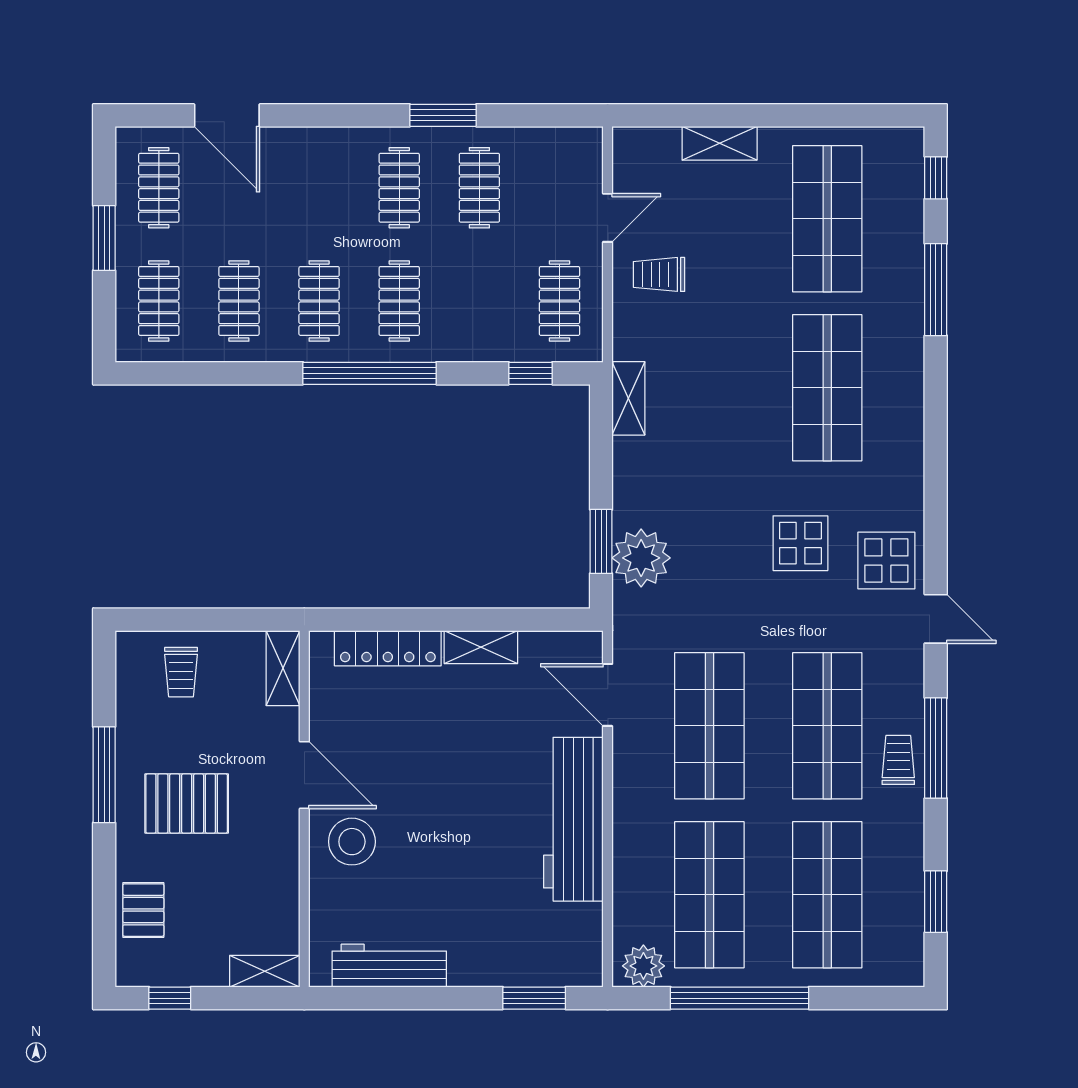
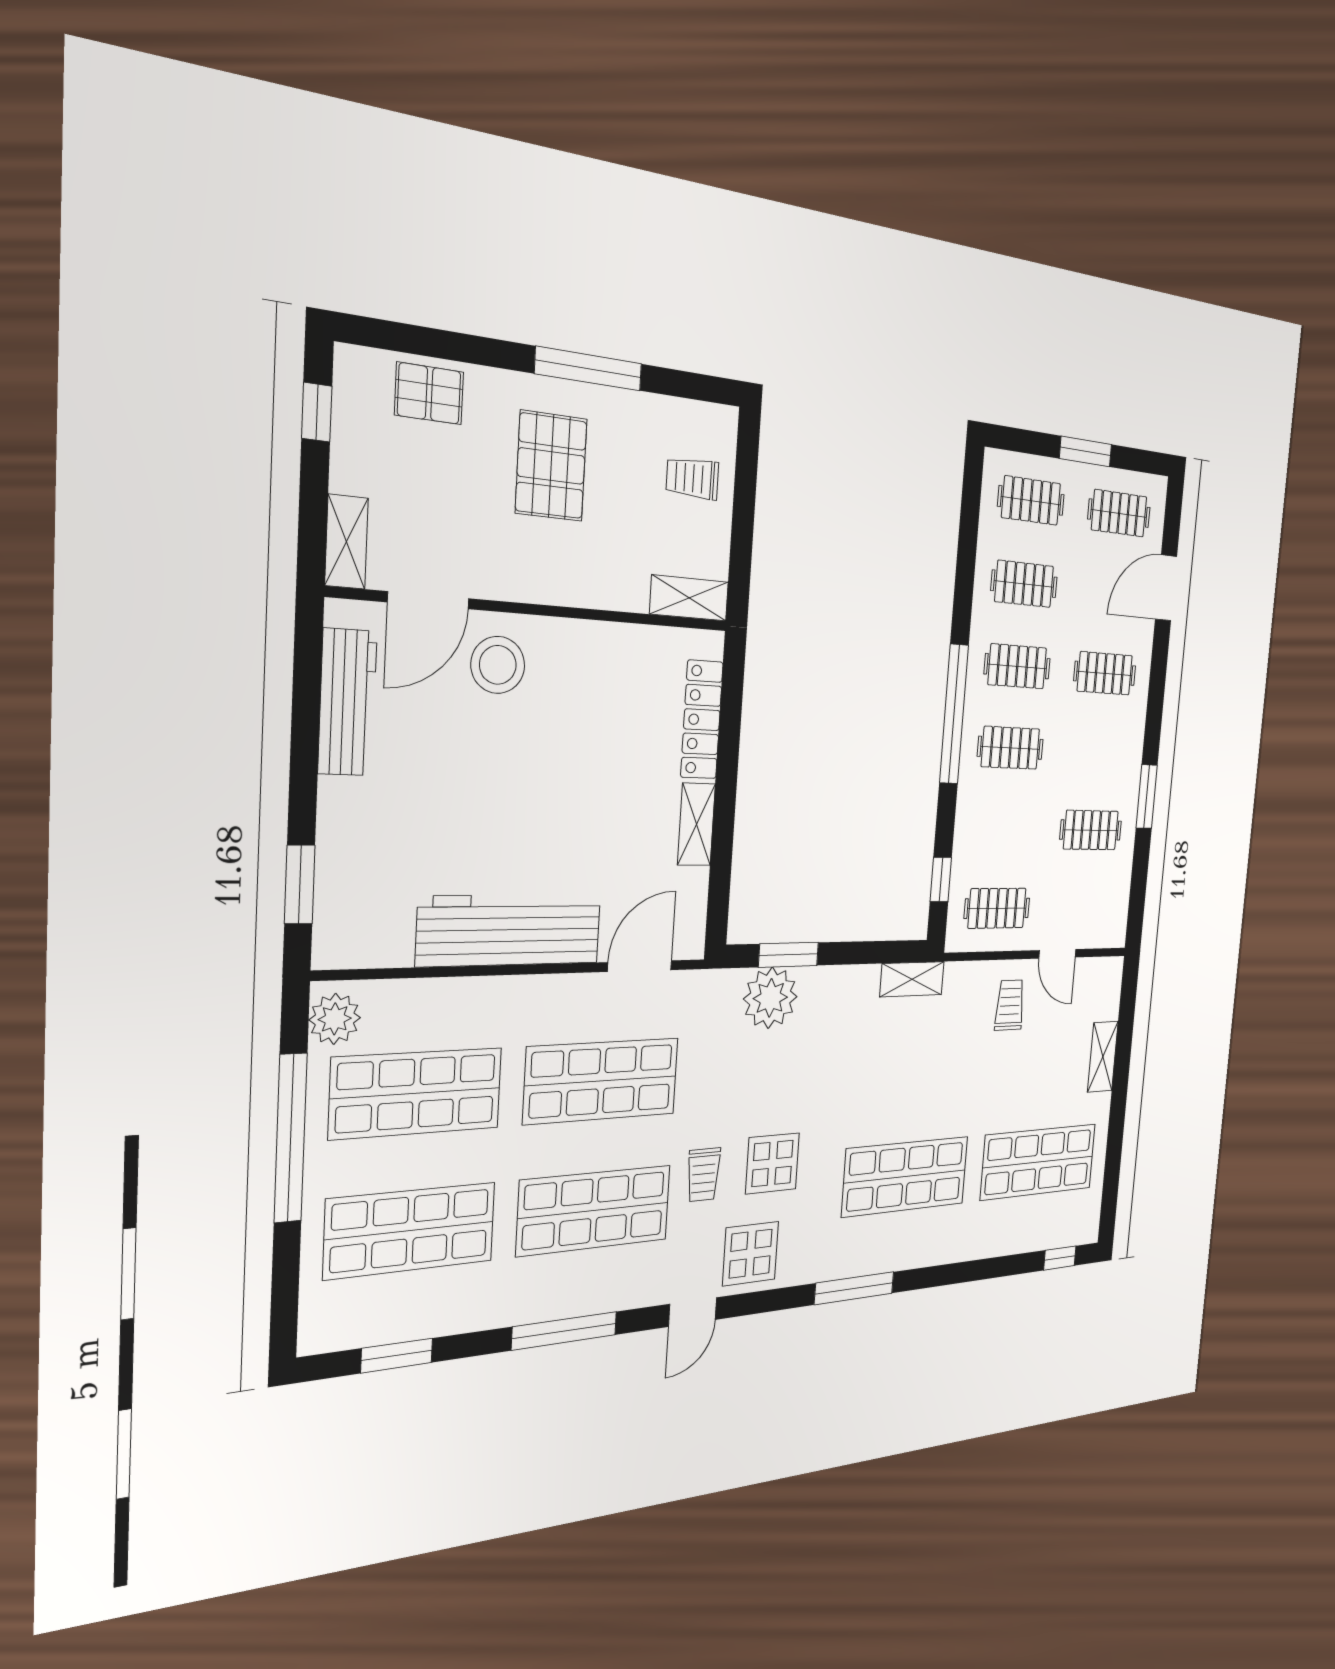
clothes rail: (399, 188) -> (1105, 673), moved
window: (936, 290) -> (854, 1288), moved
trolley: (898, 760) -> (703, 1175), moved, turned 90
door: (304, 775) -> (428, 600), moved

